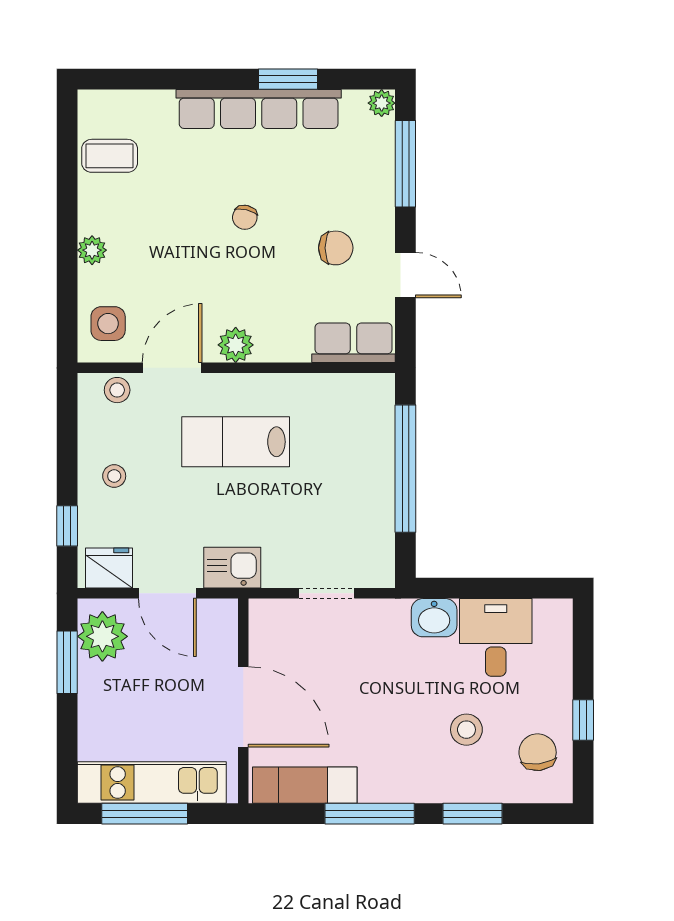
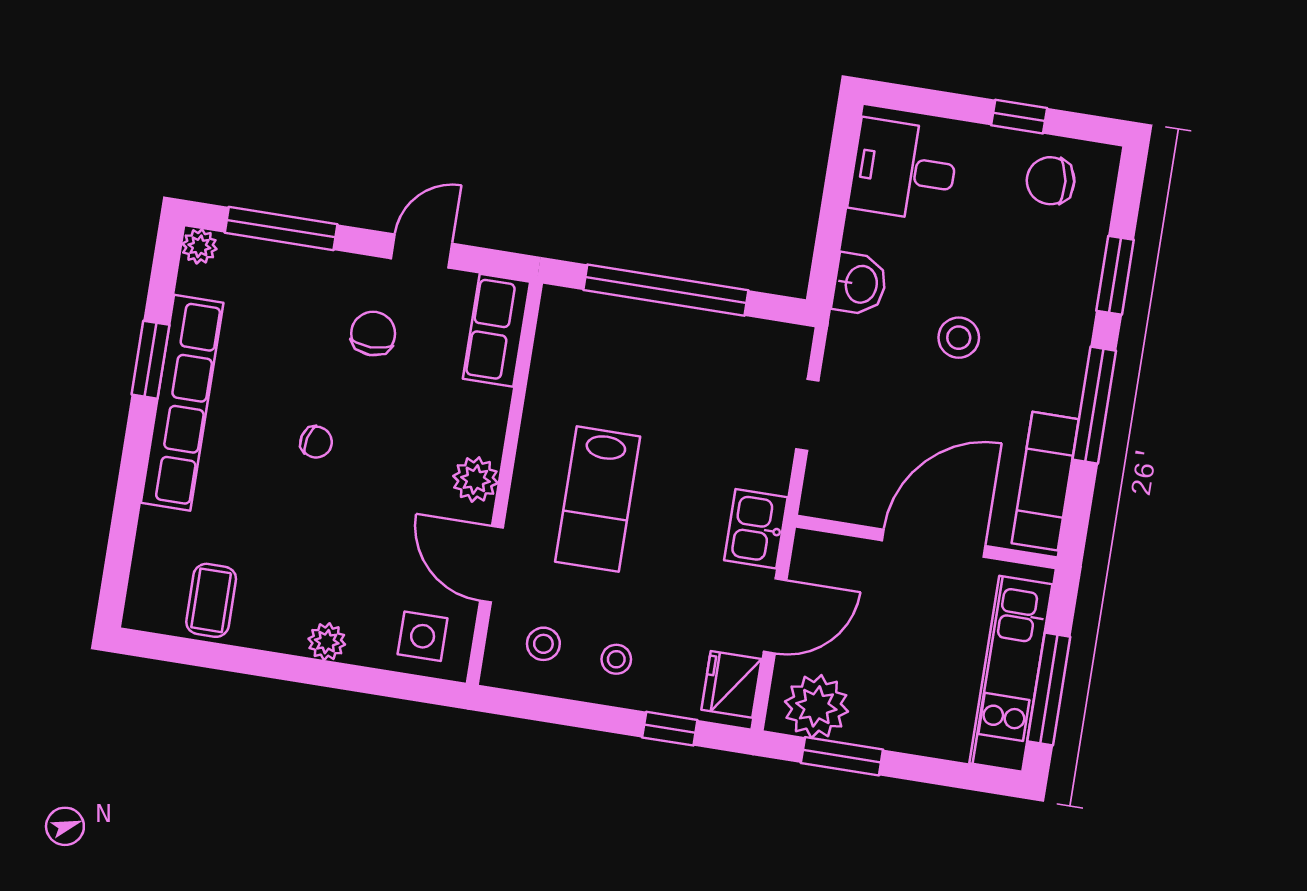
stool: (117, 390) -> (543, 644), moved
desk: (496, 637) -> (904, 170), moved
stool: (466, 730) -> (959, 338), moved

